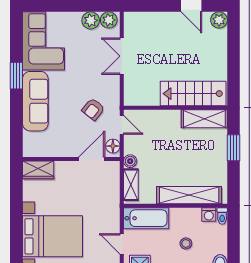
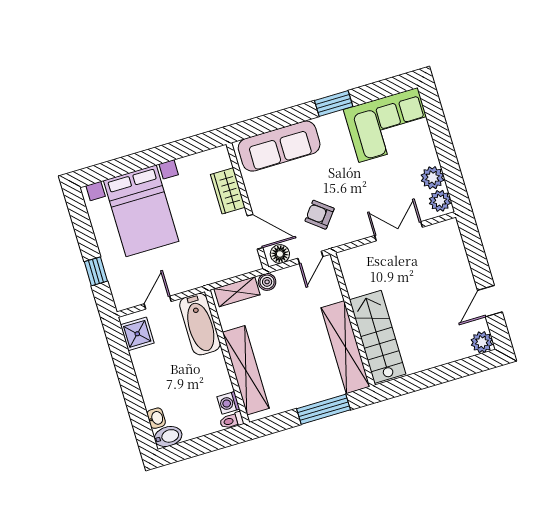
sofa: (35, 101) -> (279, 146), moved
shelving: (204, 119) -> (345, 347), width x1.47
window: (233, 148) -> (323, 409), width x1.44
wardrobe: (38, 170) -> (228, 191), moved
stool: (186, 243) -> (183, 385), removed

